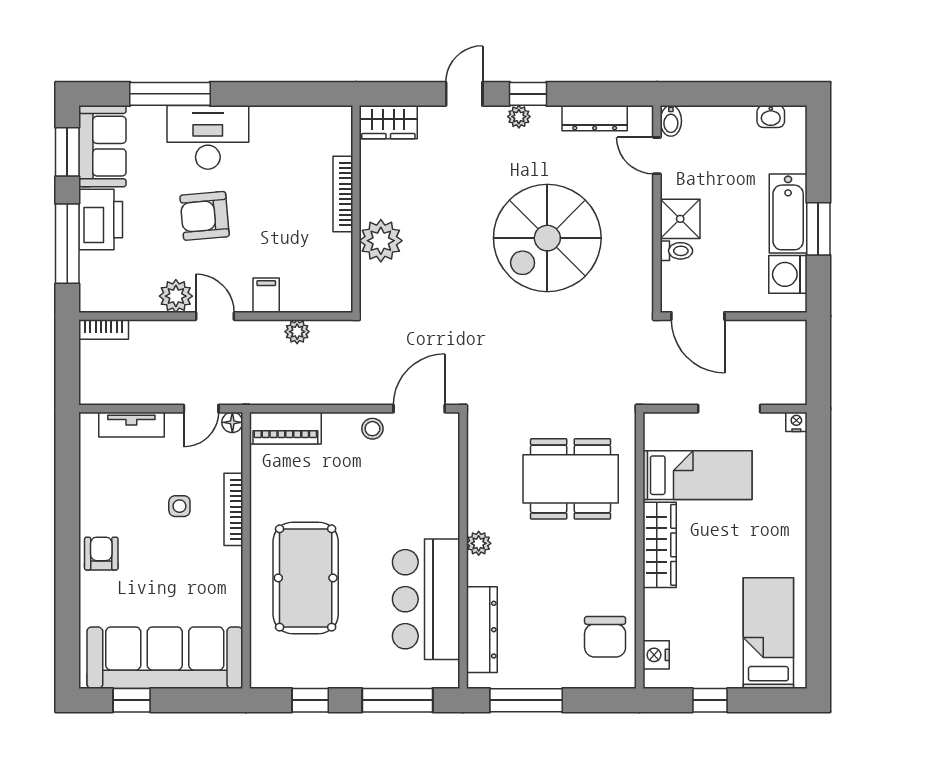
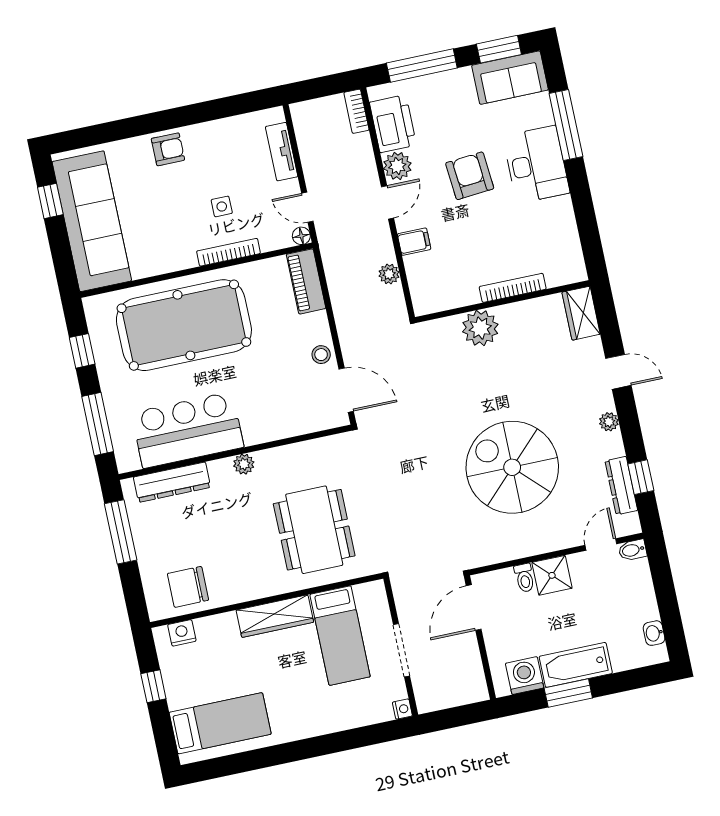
window: (528, 94) -> (641, 477), moved
printer: (101, 220) -> (393, 124), moved, turned -90
pool table: (306, 578) -> (184, 325), width x1.36, depth x1.32

